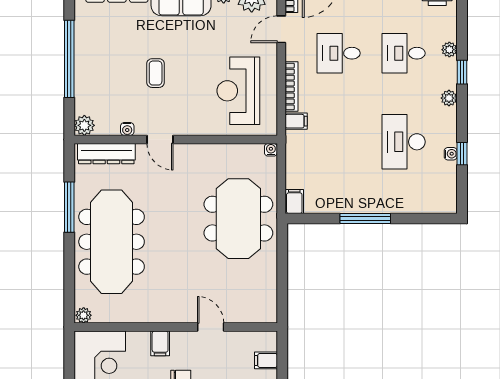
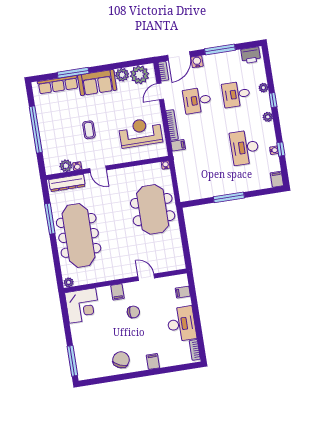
reception desk: (238, 91) -> (140, 133), turned 90
plant: (84, 125) -> (66, 166), moved
filing cabinet: (294, 201) -> (277, 179), moved

